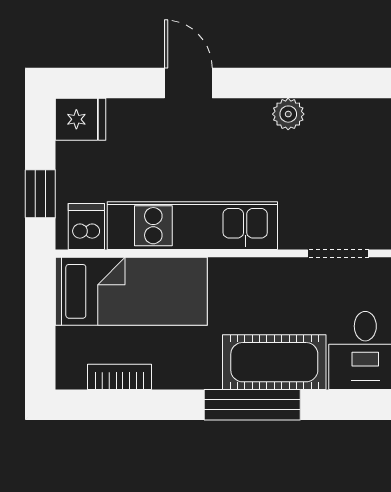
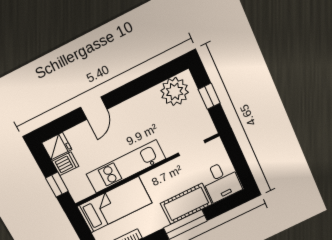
door: (188, 83) -> (94, 108), swing flipped
plant: (288, 114) -> (175, 91), moved, width x1.88, depth x1.88
dishwasher: (86, 226) -> (65, 164), moved, turned 90

